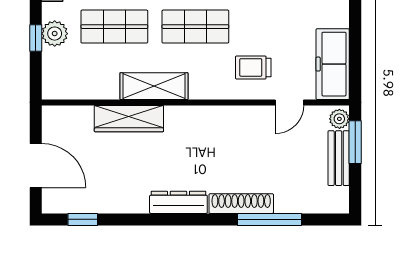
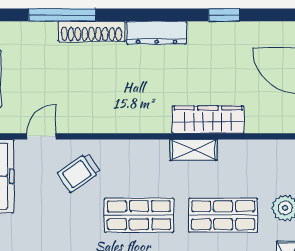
trolley: (253, 67) -> (79, 173), turned 146
shelving: (154, 86) -> (194, 150), width x0.67, depth x0.75
window: (83, 219) -> (224, 15), moved

